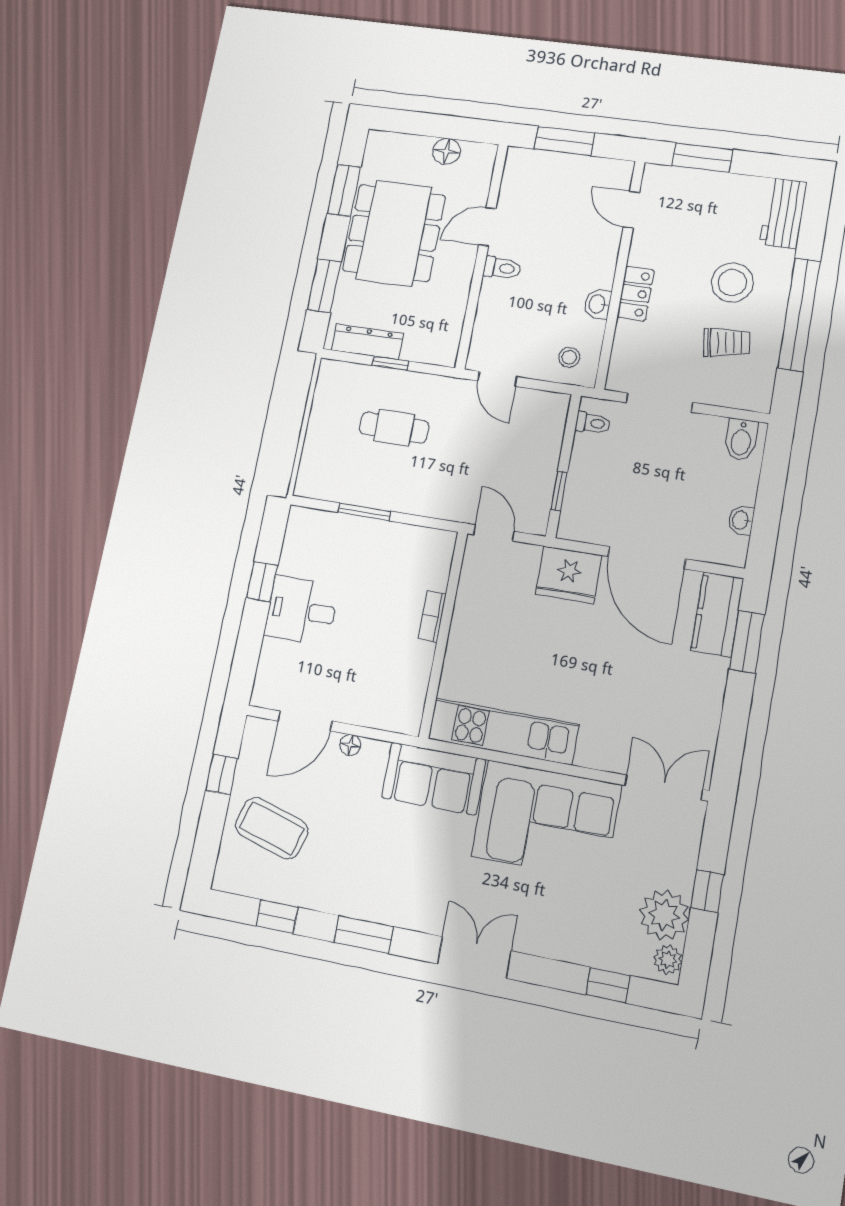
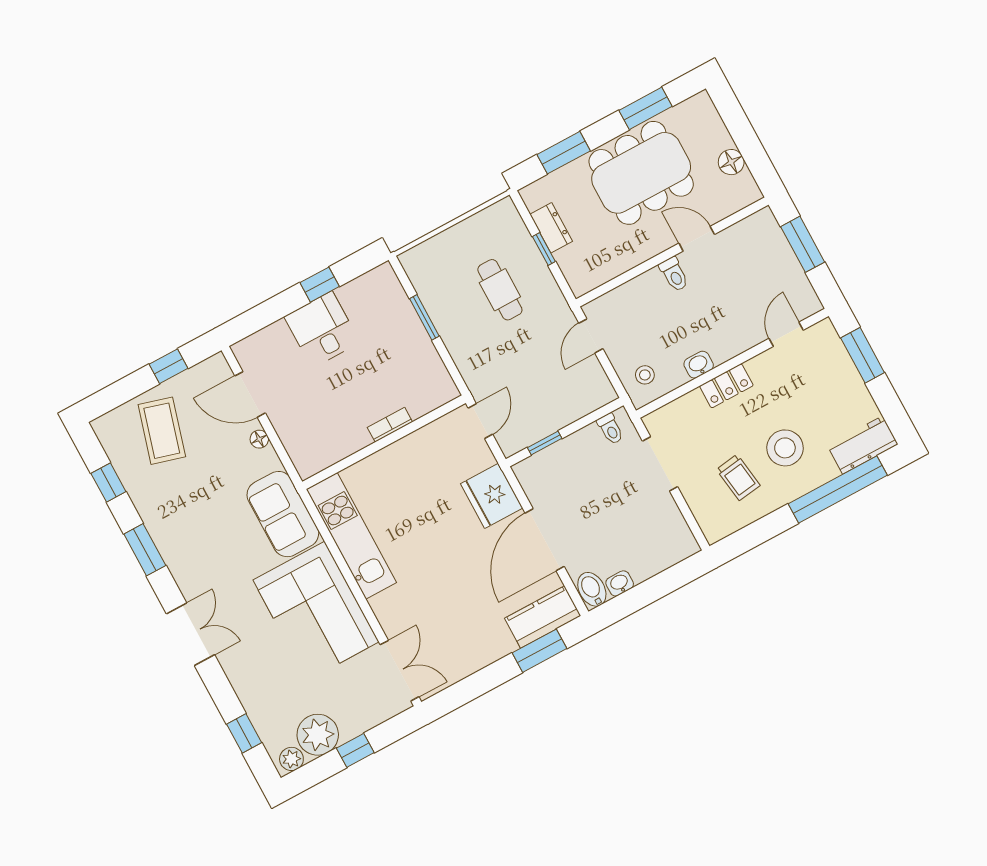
window: (799, 315) -> (838, 489), moved
dresser: (367, 342) -> (551, 228), width x0.70
bidet: (741, 440) -> (592, 589), moved, turned 90

